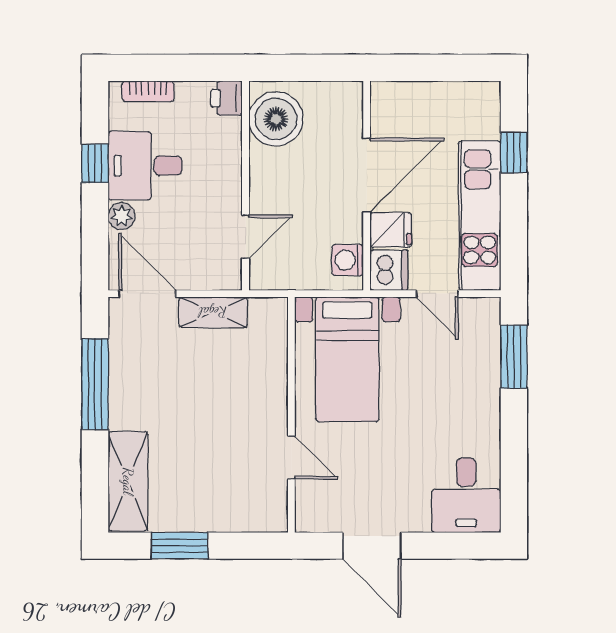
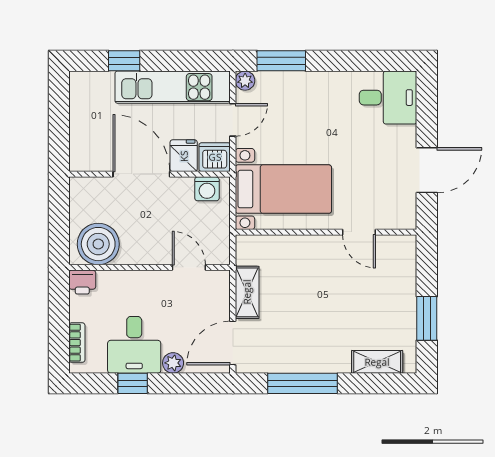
plant: (488, 310) -> (245, 81), added
door: (291, 458) -> (359, 232), swing flipped
shelving: (128, 481) -> (377, 362), width x0.67, depth x0.75

